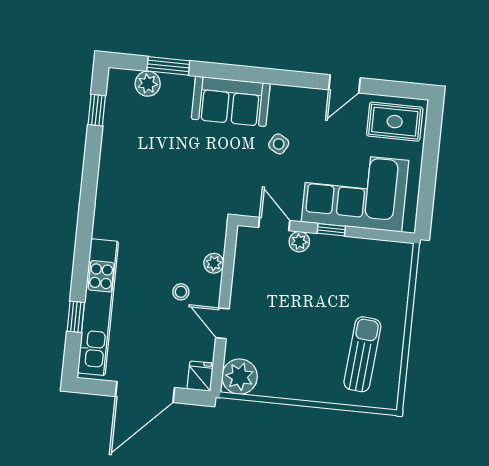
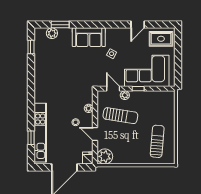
sun lounger: (284, 287) -> (120, 116), added

